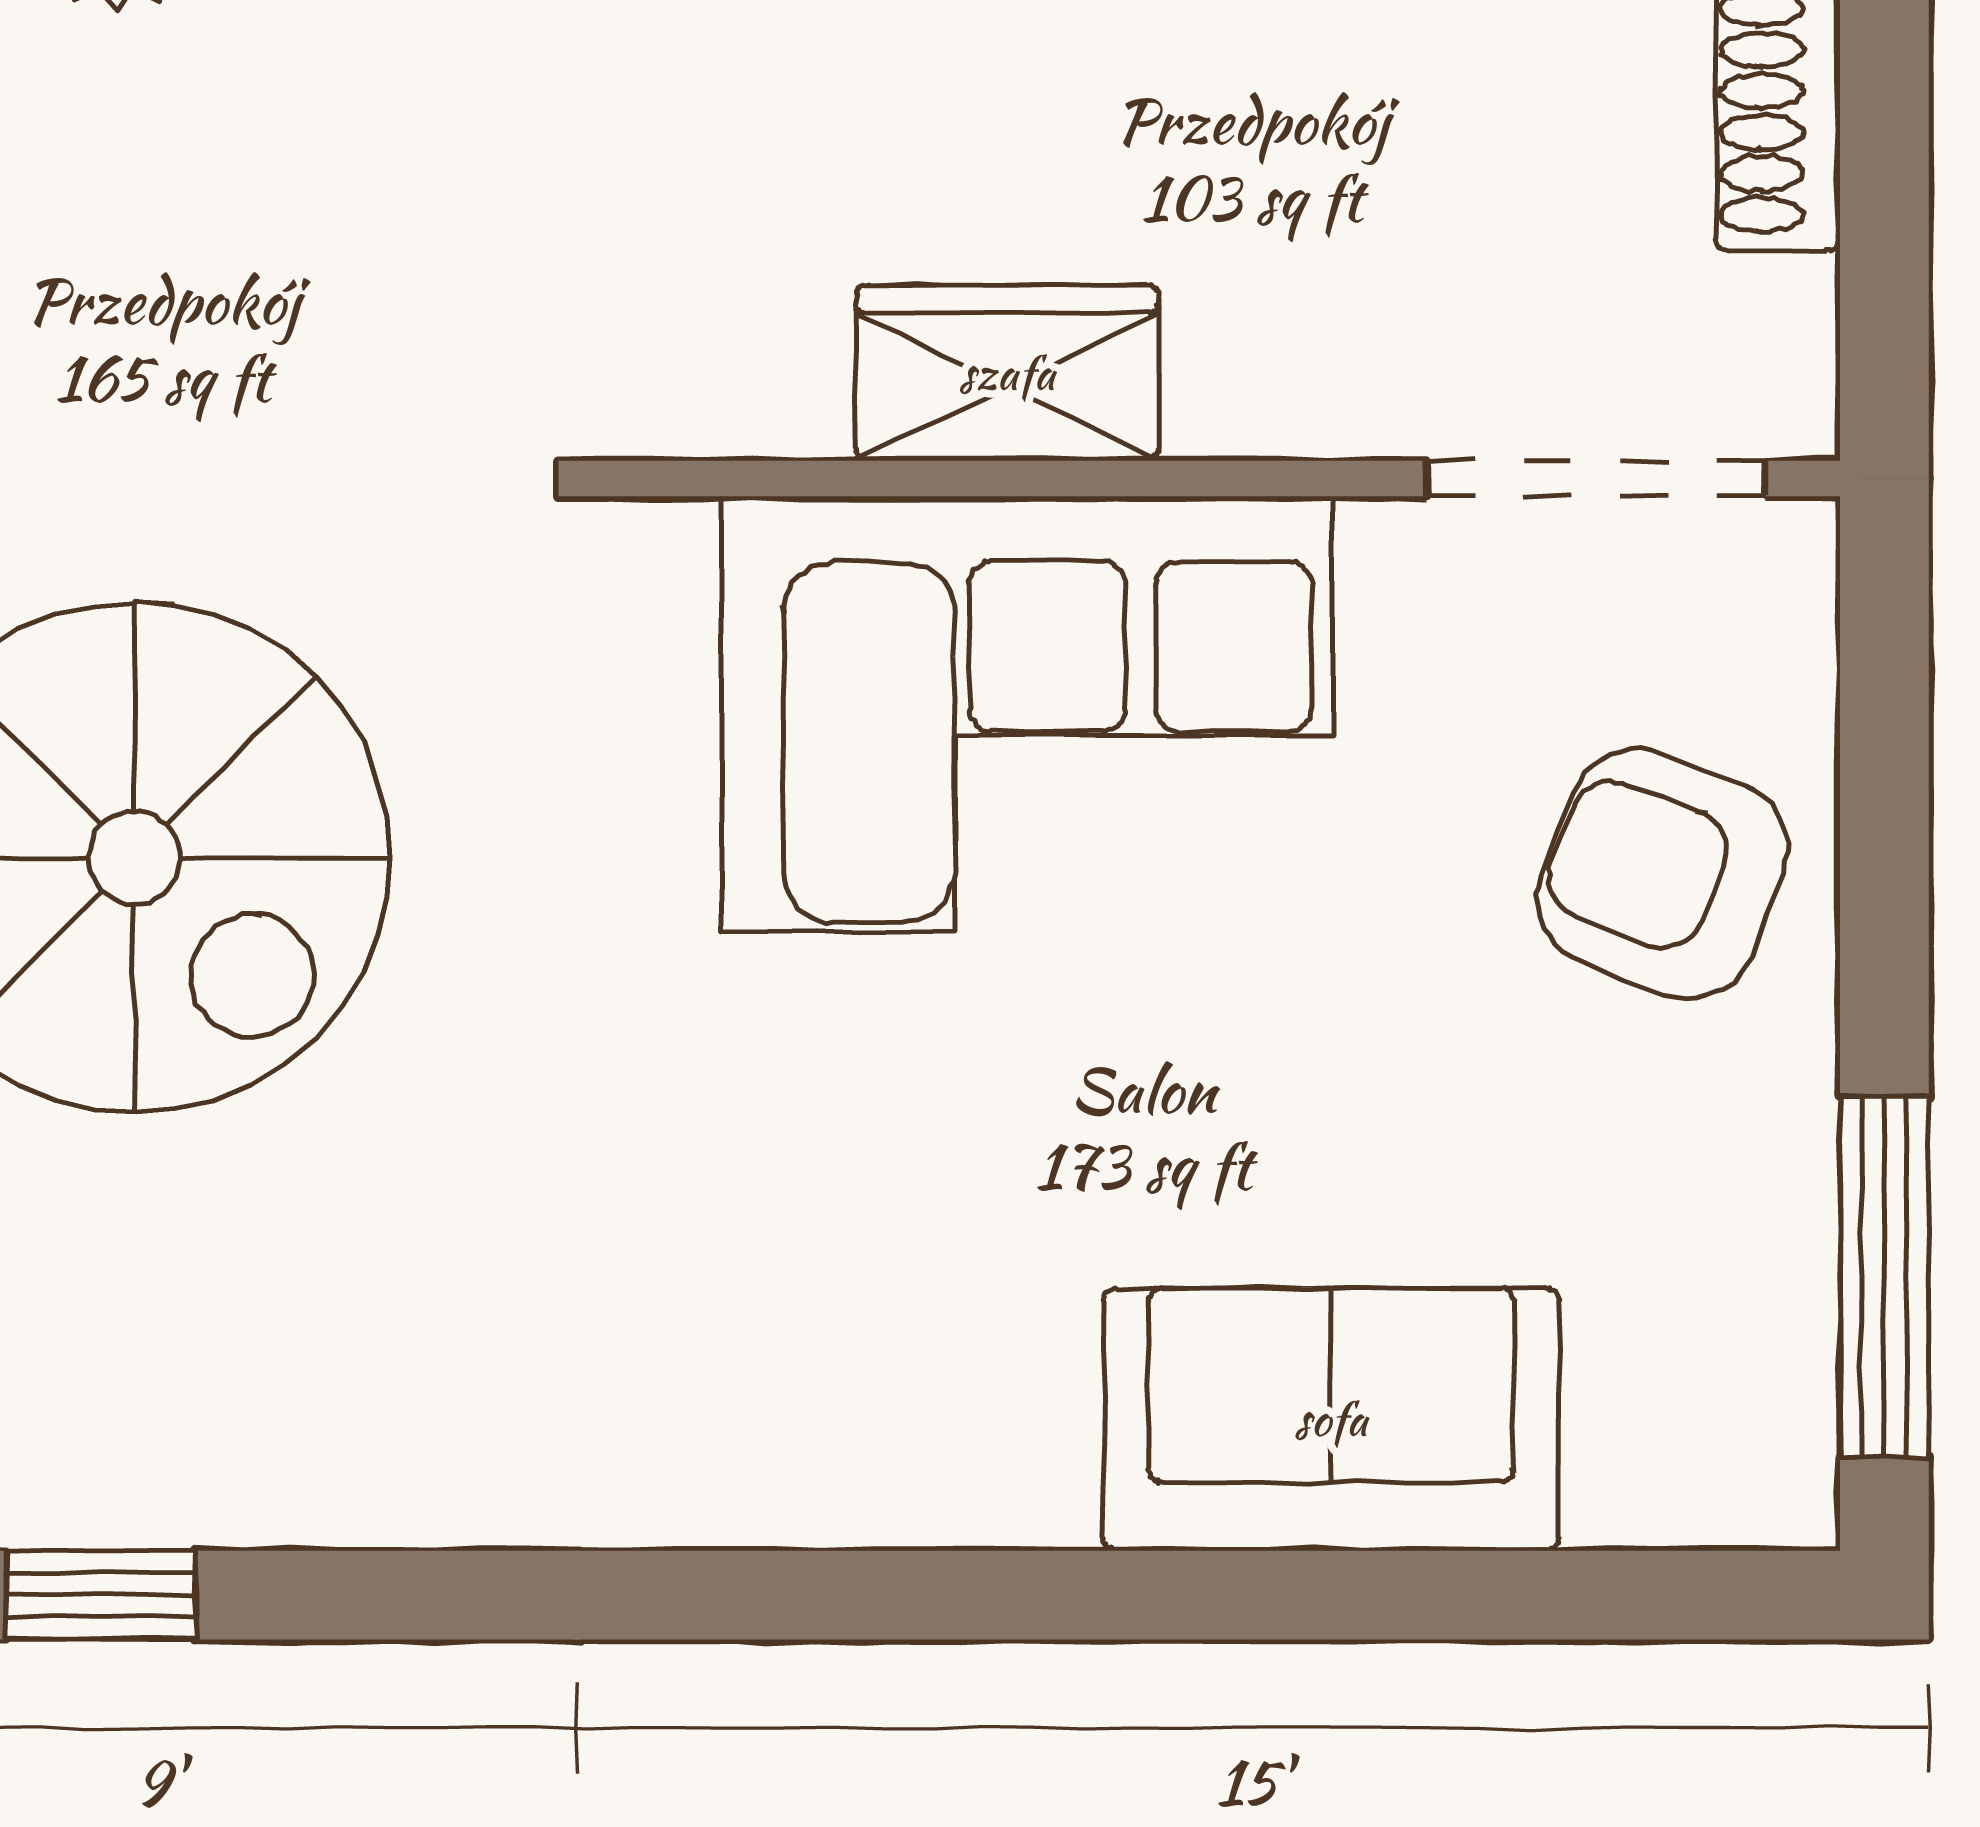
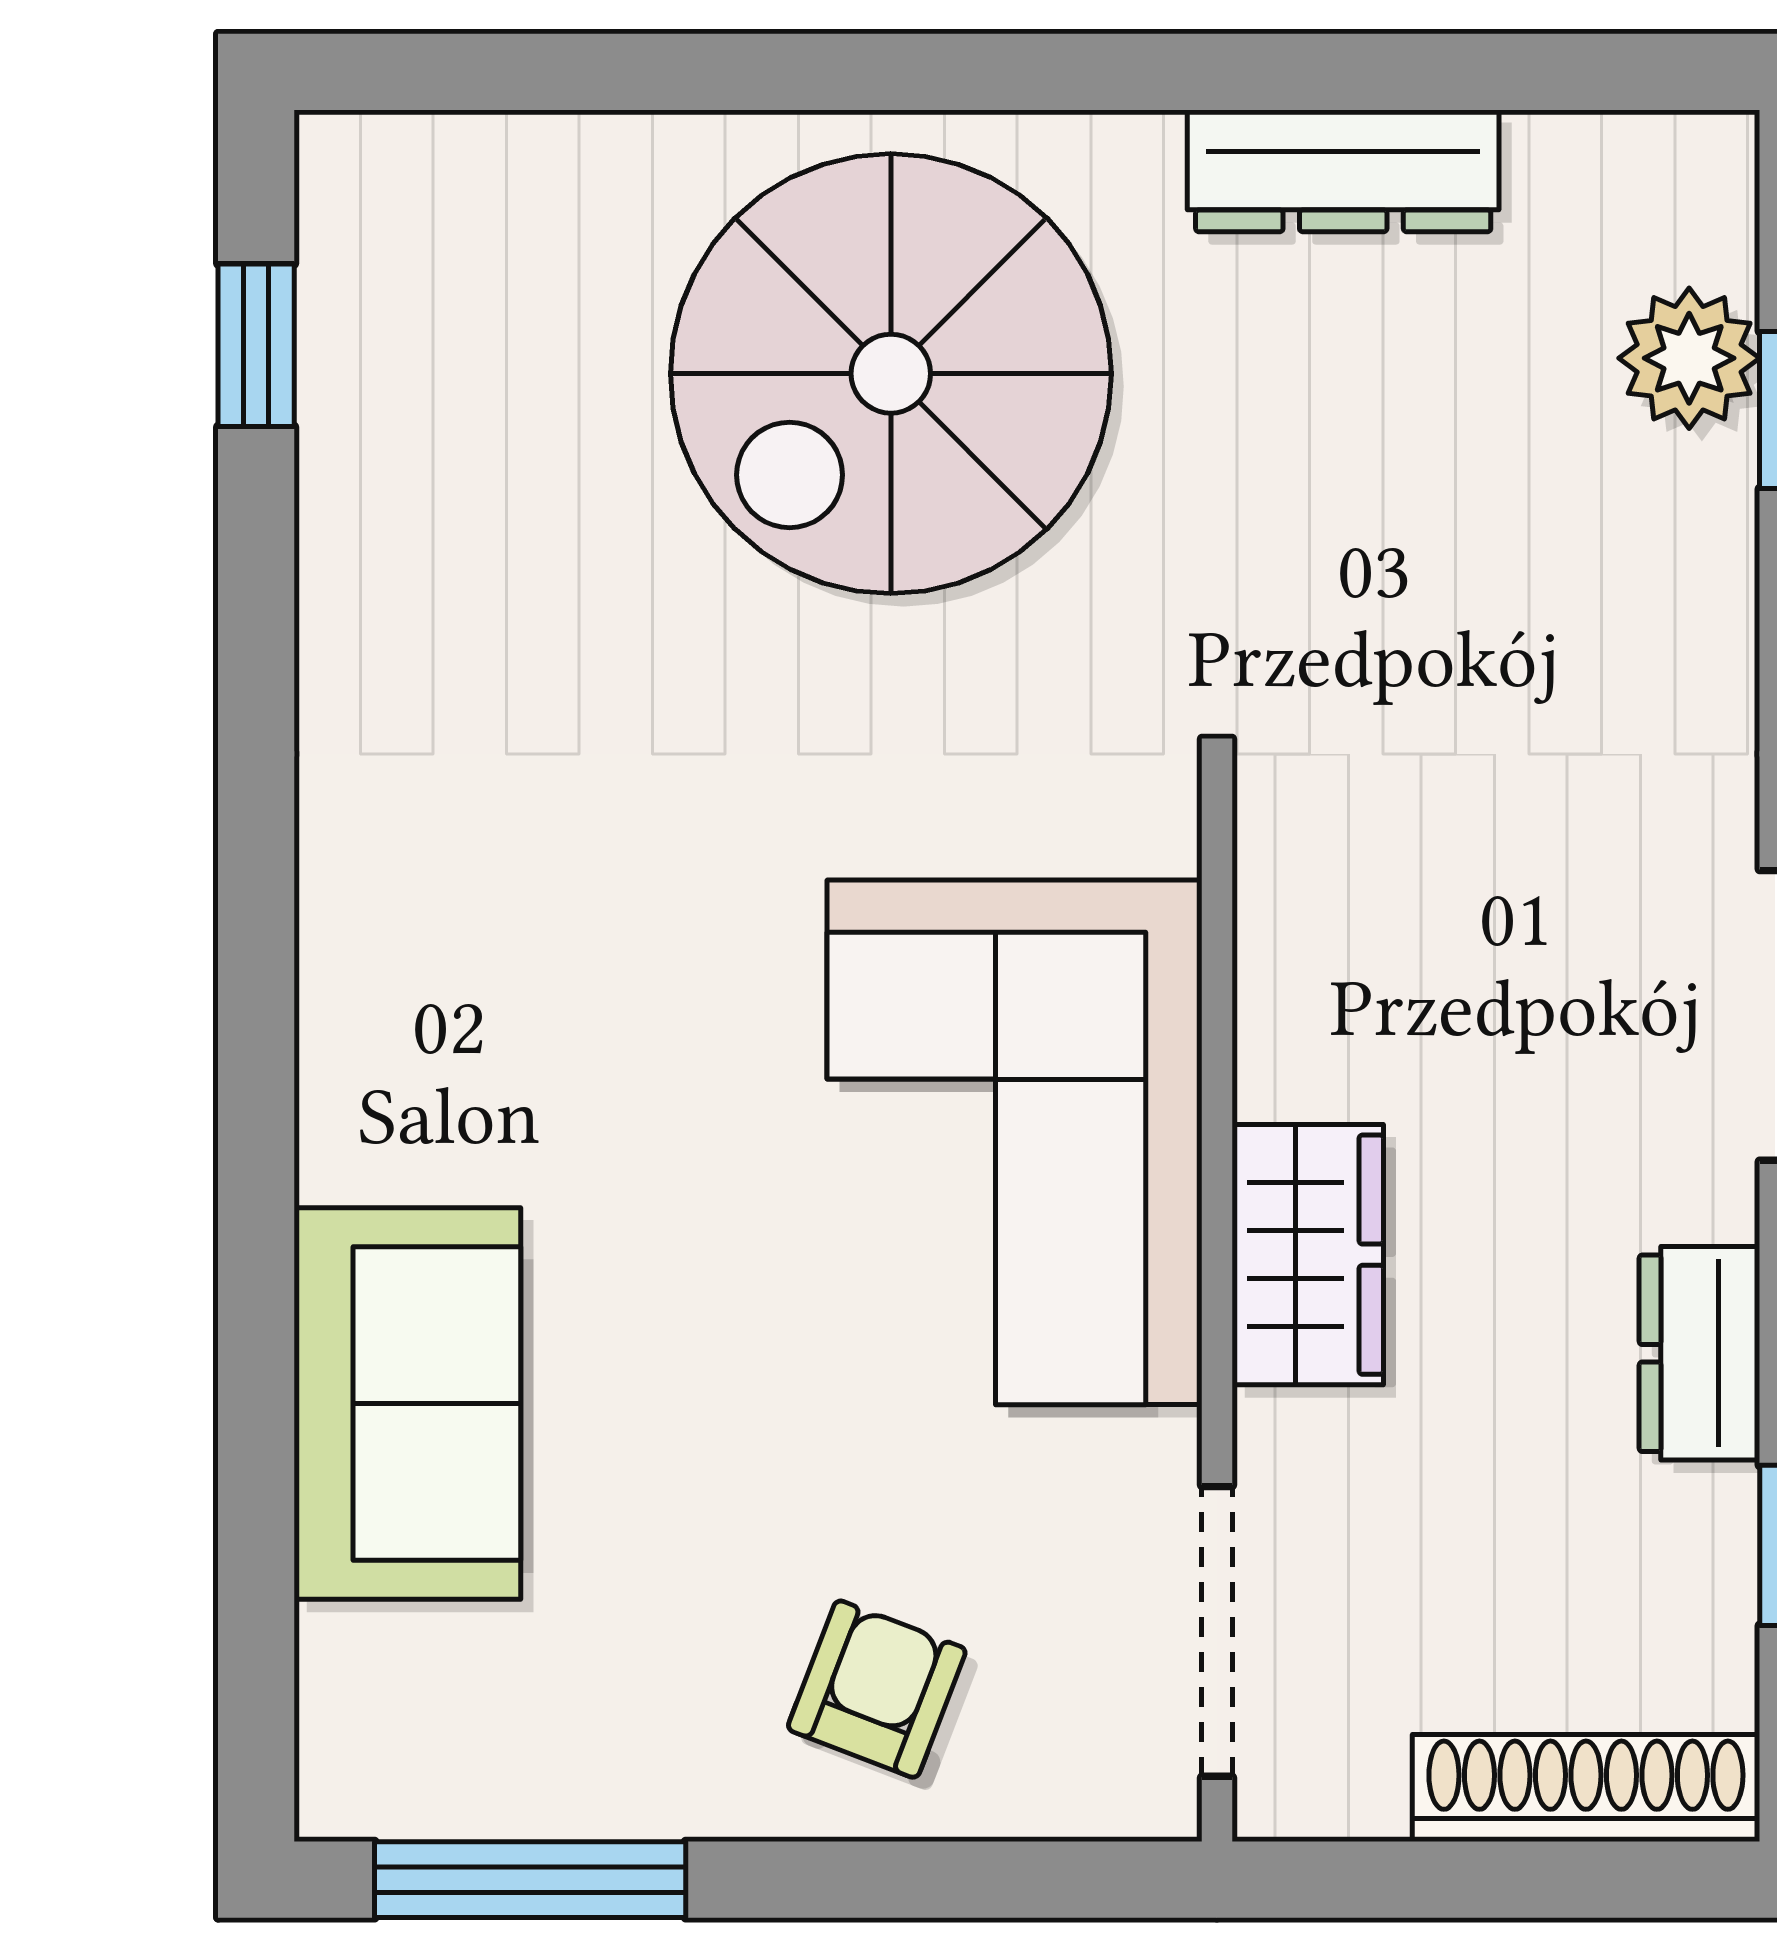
wardrobe: (1007, 373) -> (1308, 1255), moved
armchair: (1663, 874) -> (877, 1689), width x0.72, depth x0.72

